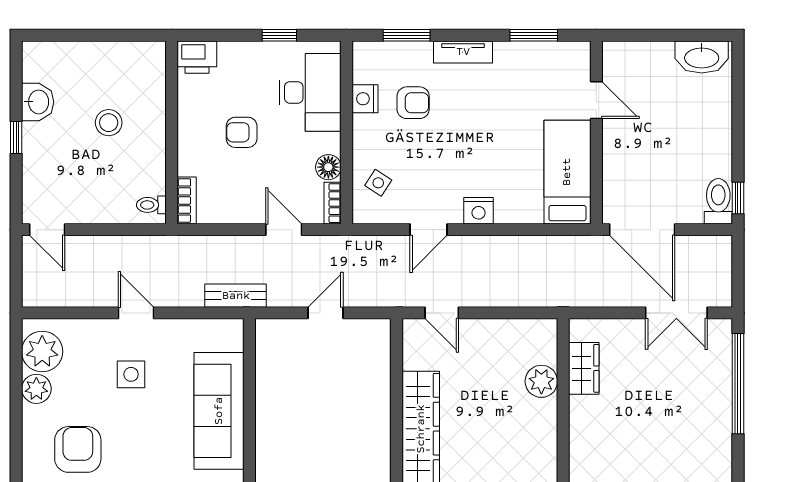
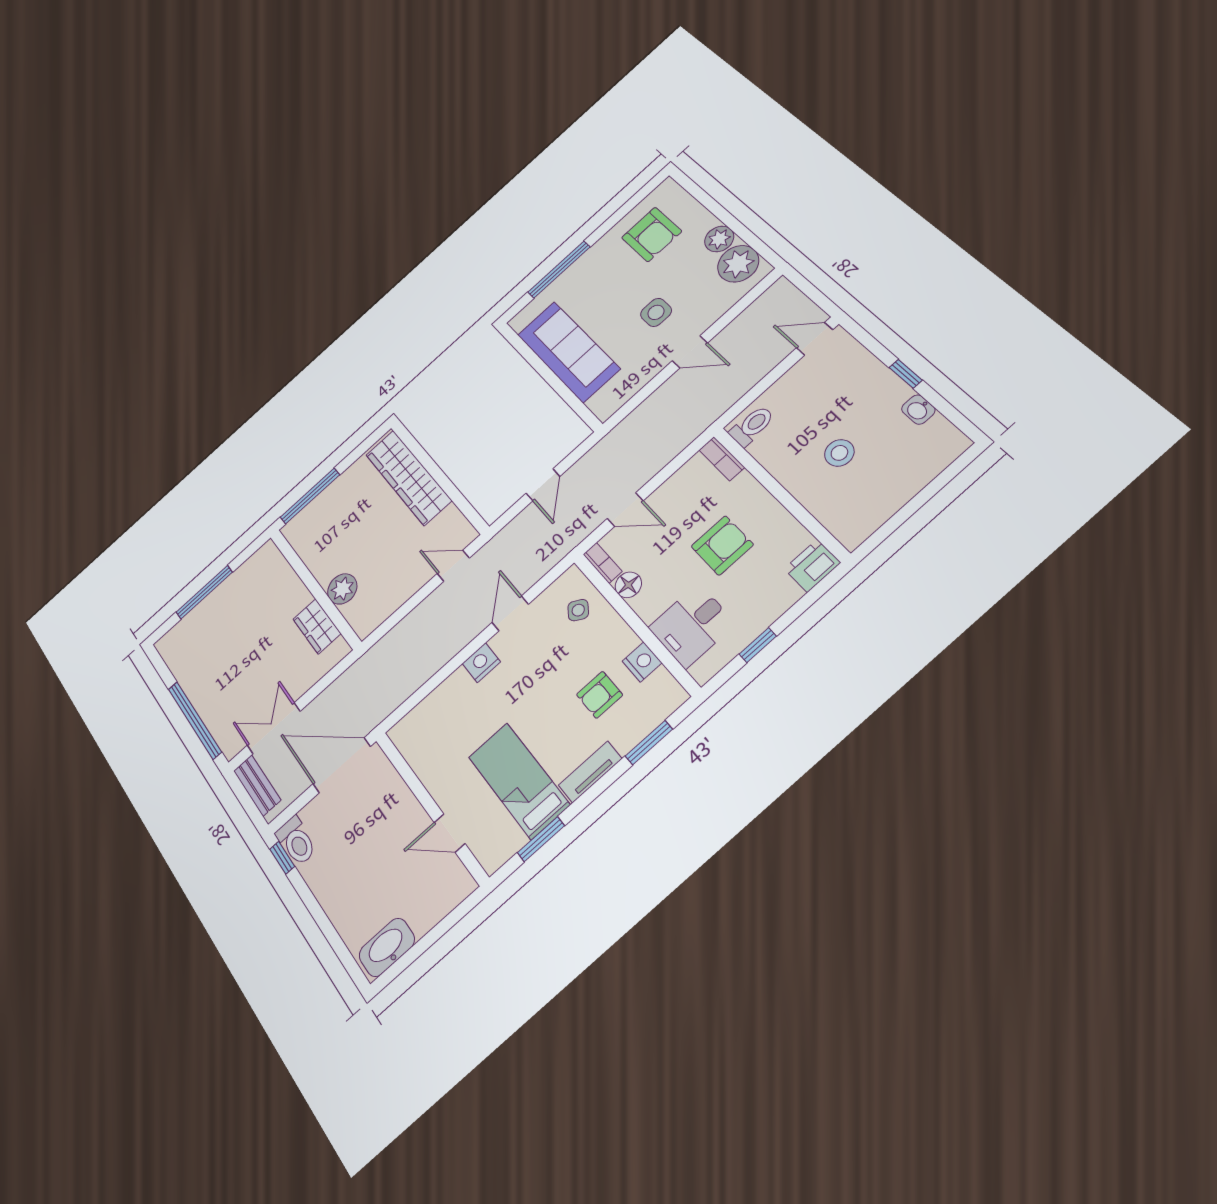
desk: (310, 92) -> (692, 626), width x0.73
washbasin: (38, 102) -> (918, 410), width x0.72, depth x0.69
armchair: (242, 132) -> (722, 545), width x1.38, depth x1.38
bed: (567, 172) -> (519, 781), moved, turned 180
toilet: (151, 205) -> (752, 426), width x1.37, depth x1.39
bench: (236, 296) -> (257, 785), moved, turned 90

